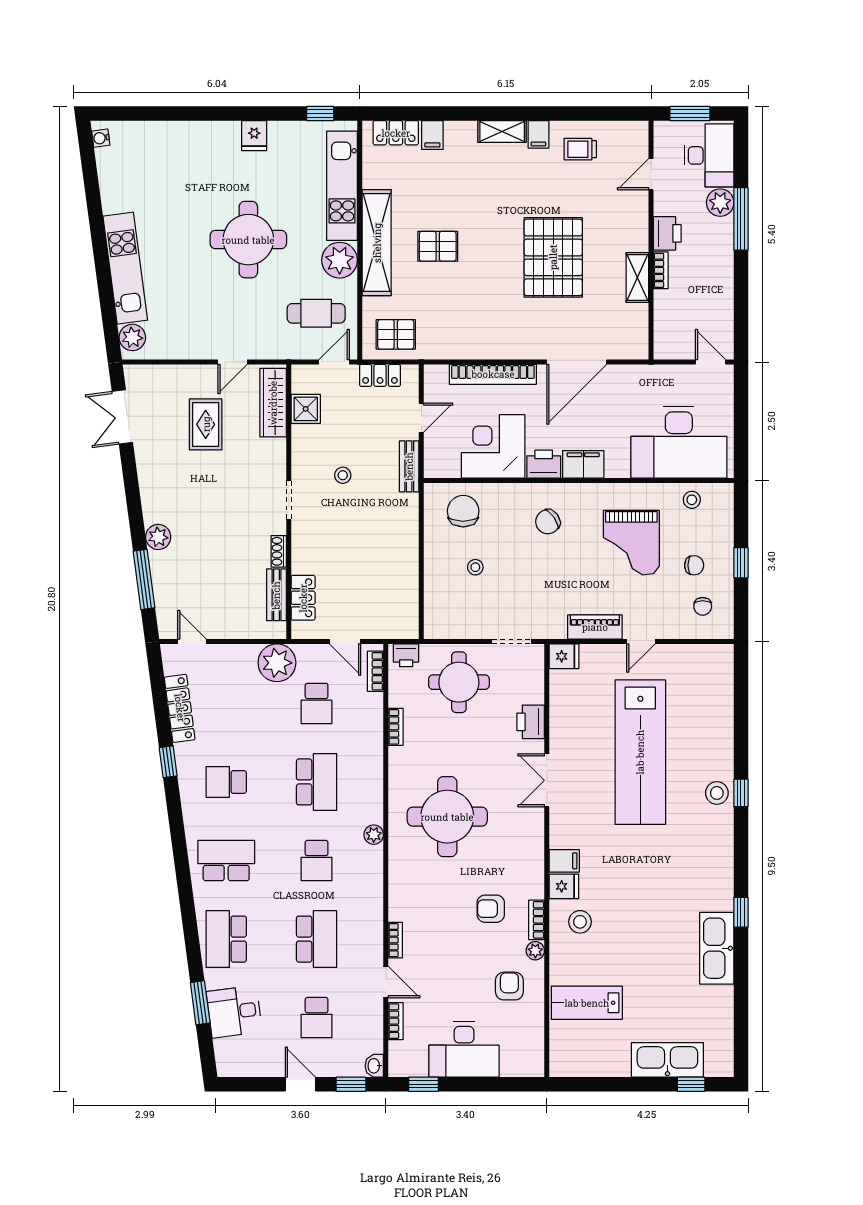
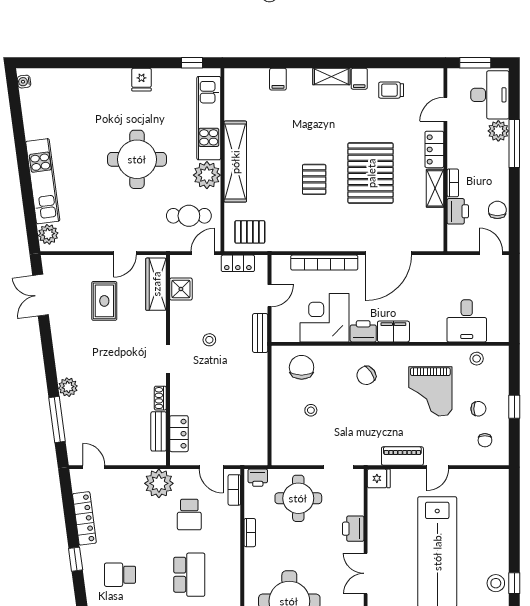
locker: (396, 133) -> (434, 149), moved, turned 90
printer: (667, 233) -> (458, 211), moved
pallet: (438, 246) -> (314, 179), moved, turned 90
chair: (719, 306) -> (497, 210), added
desk: (679, 442) -> (467, 321), width x0.53, depth x0.77

